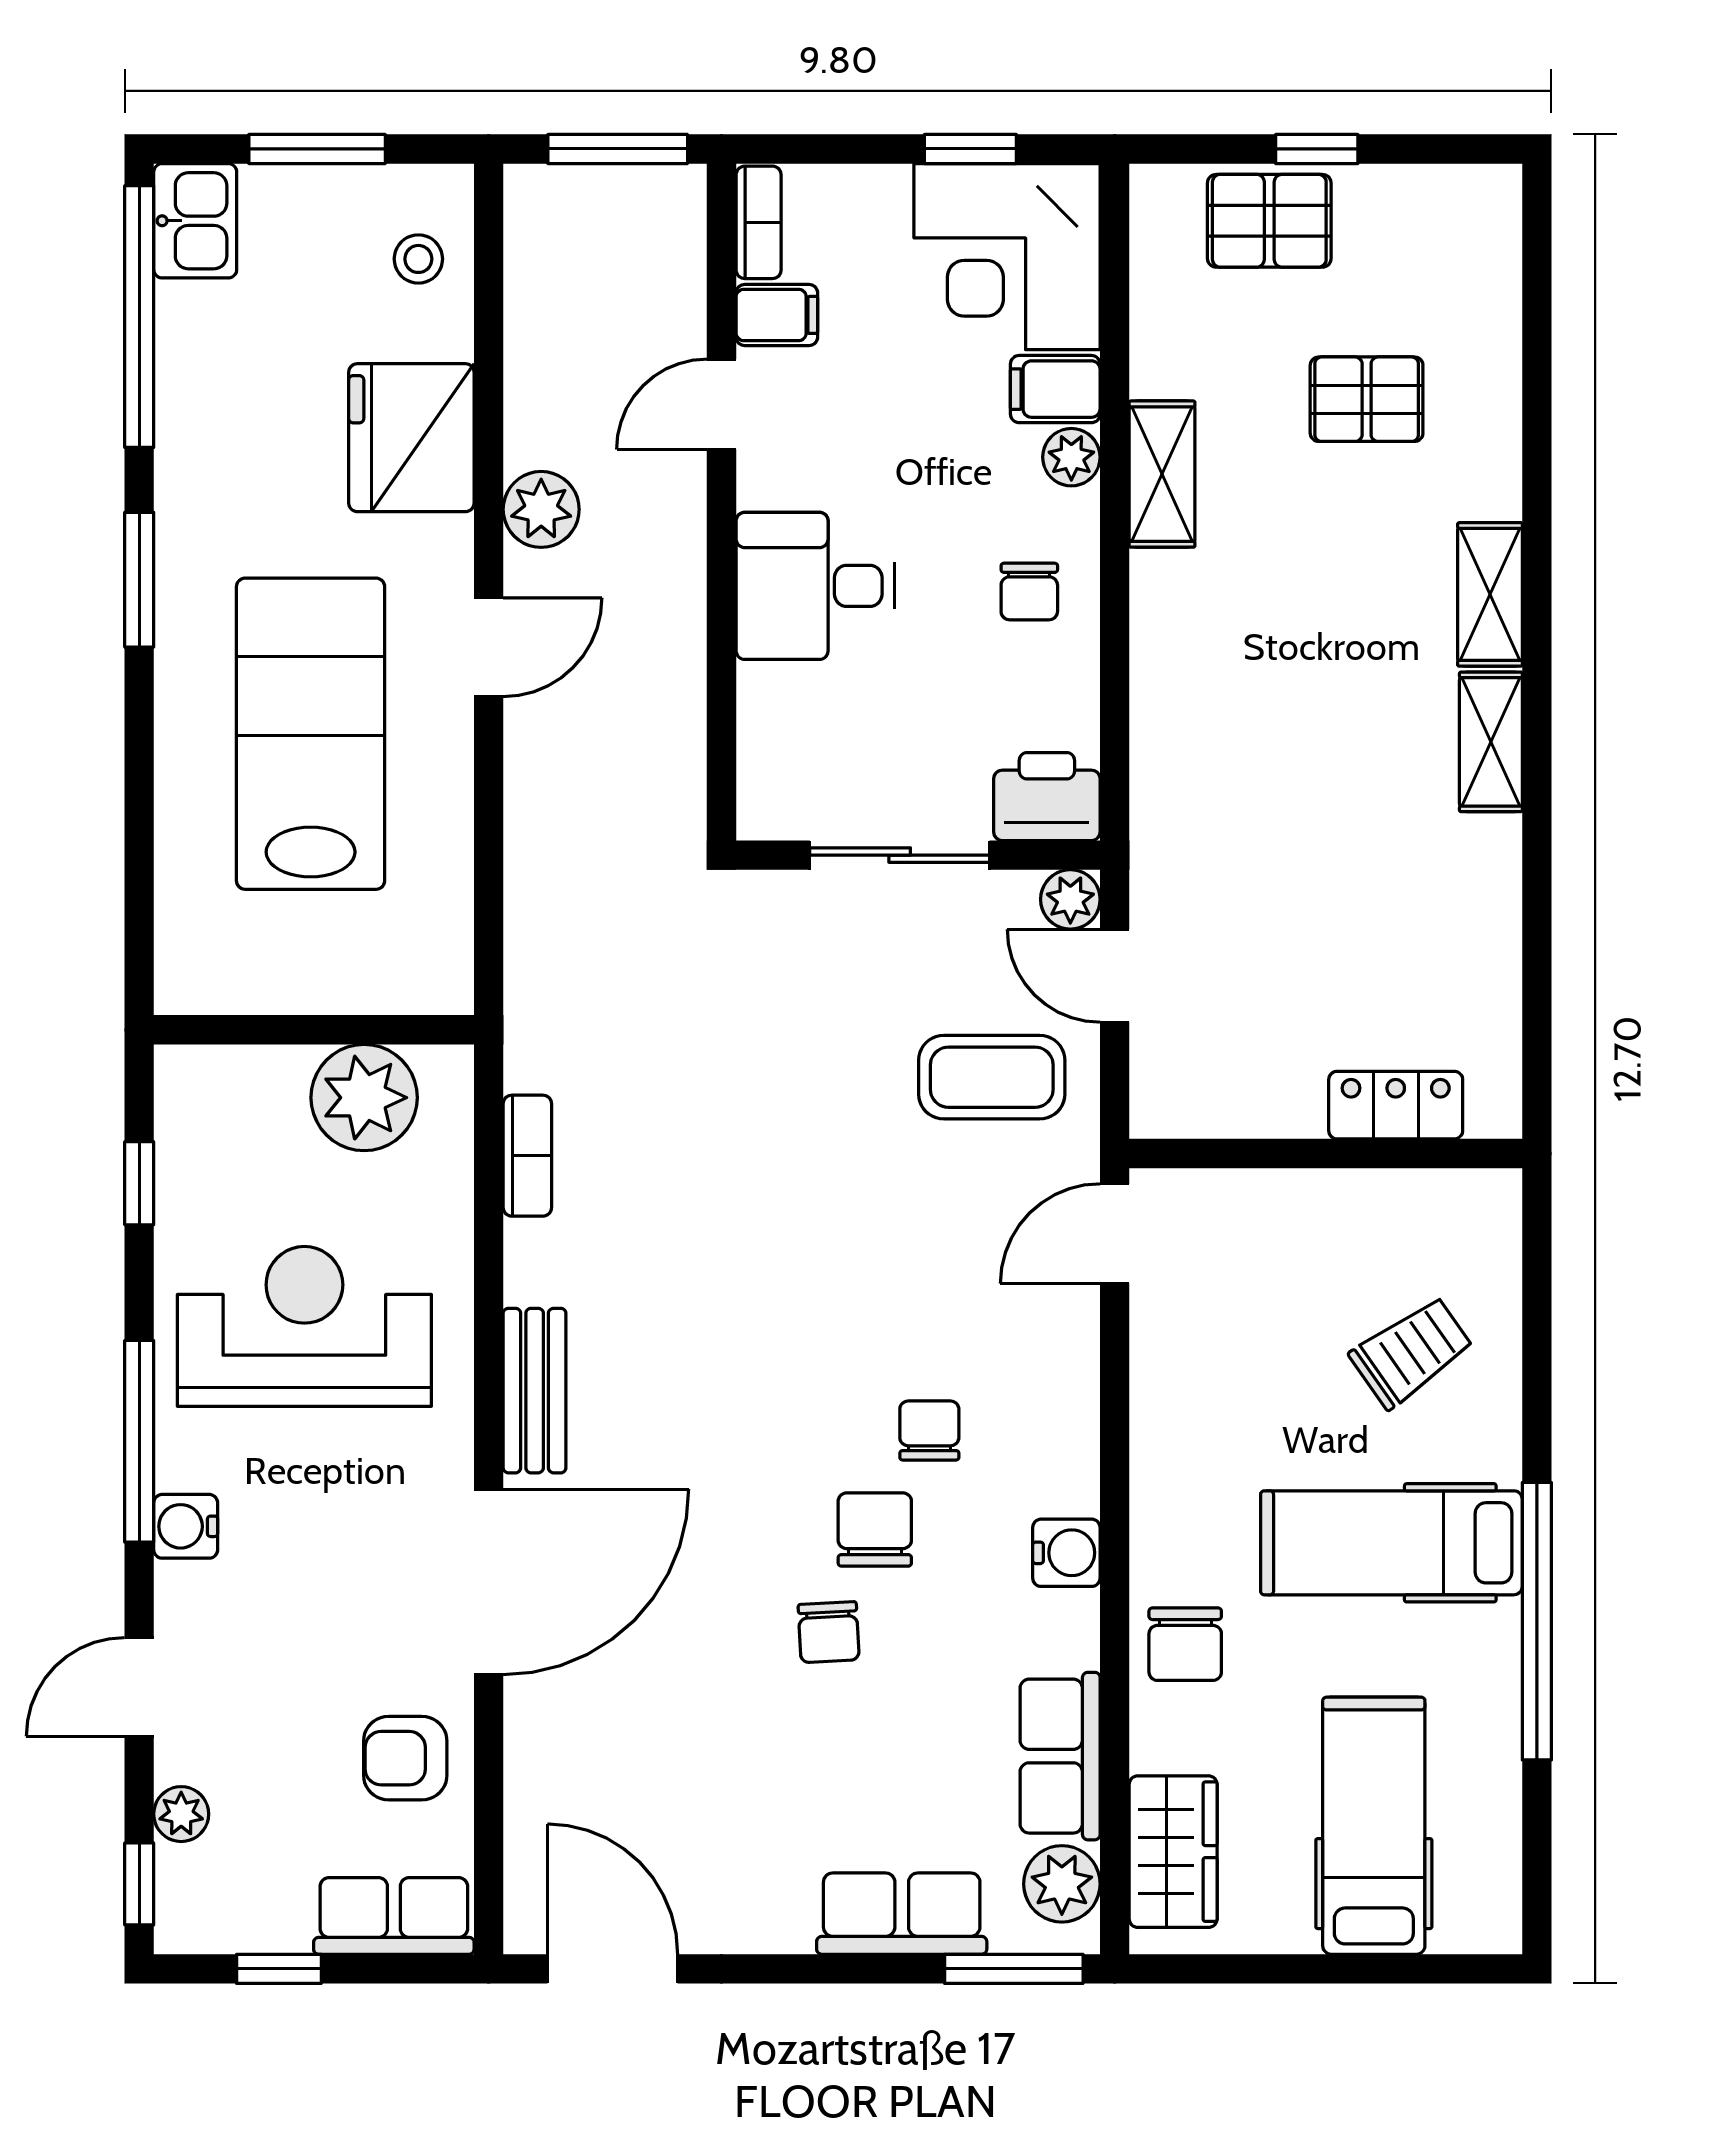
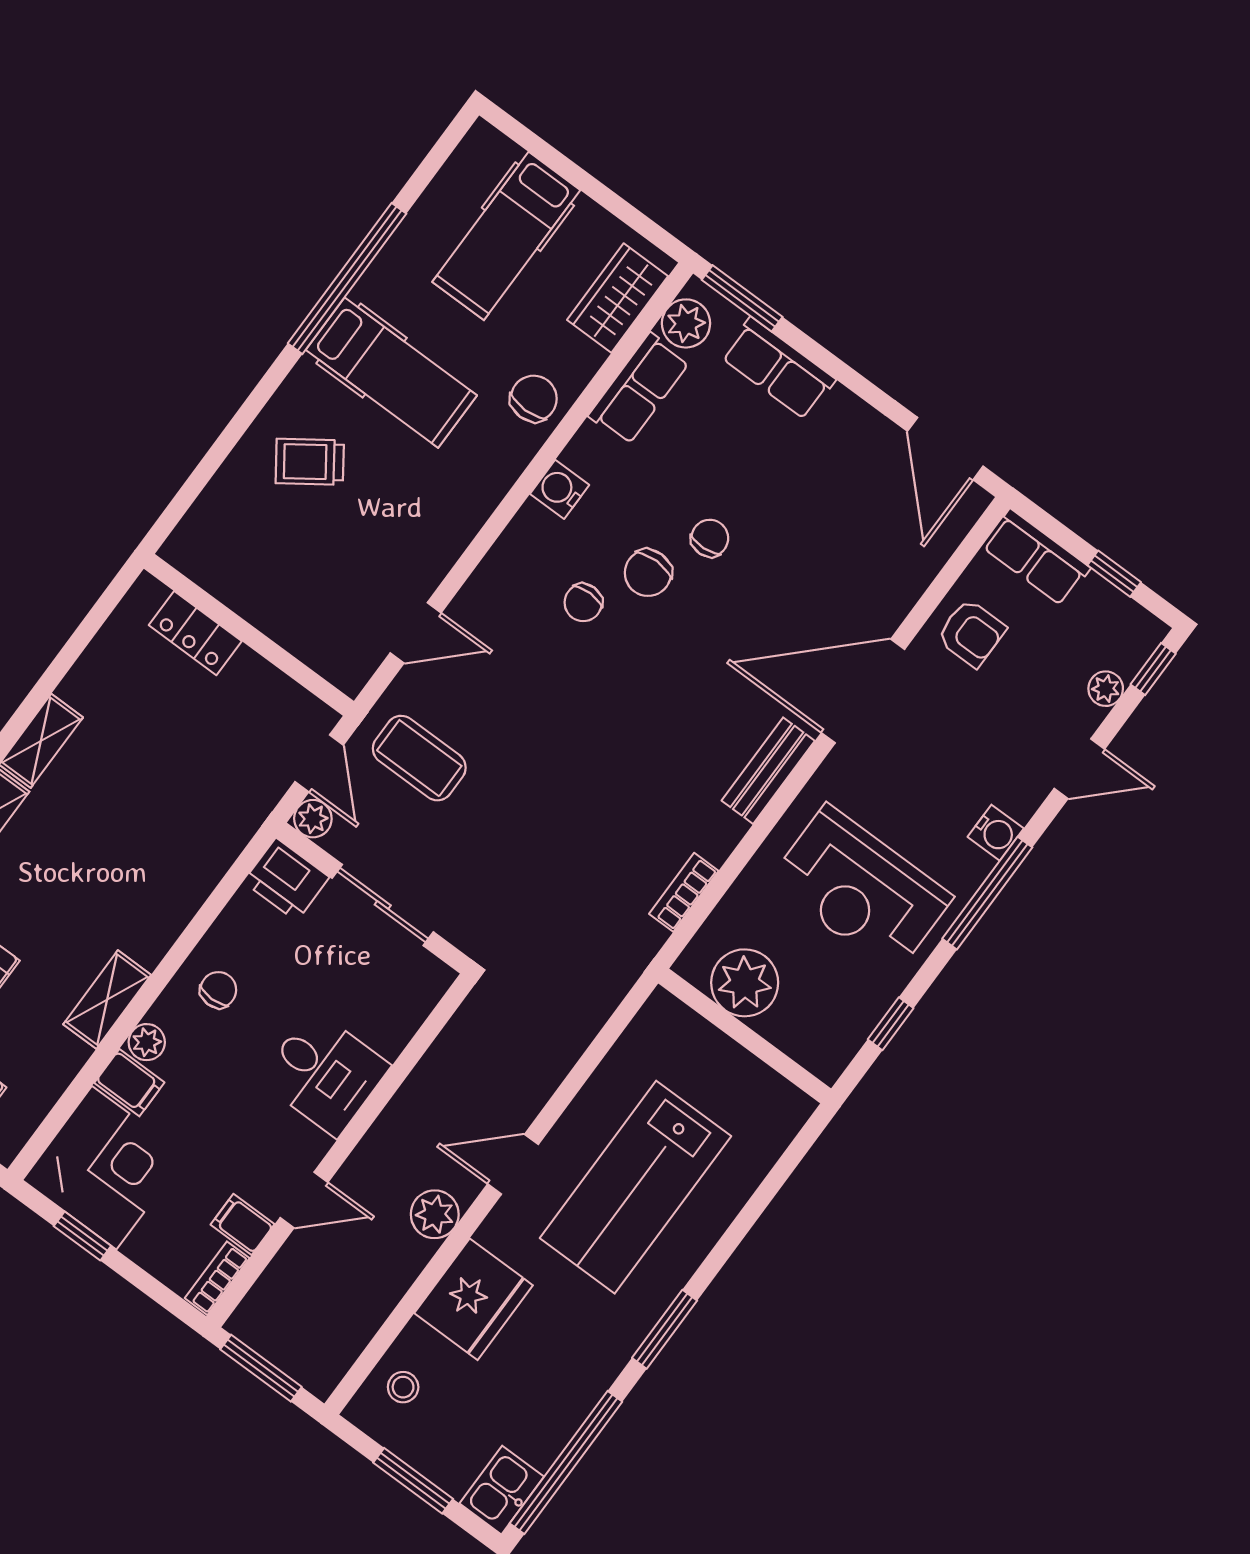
locker: (1396, 1105) -> (195, 633), moved
wall: (1326, 1154) -> (249, 635), moved

